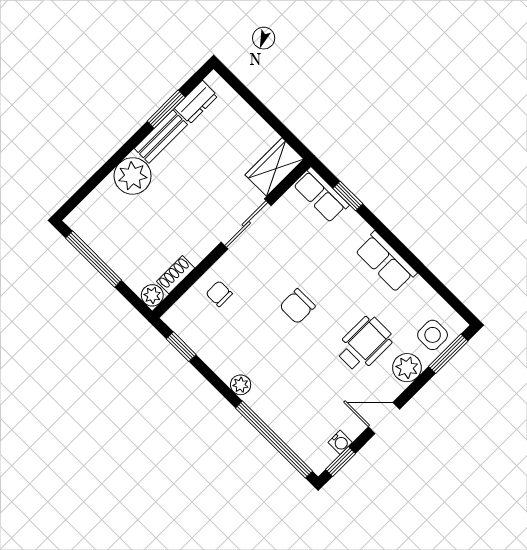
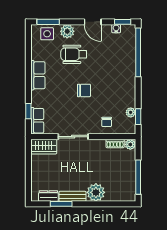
plant: (241, 385) -> (131, 112), moved

